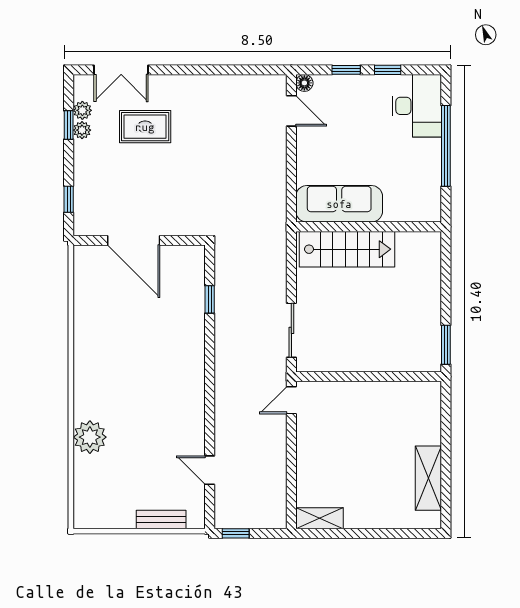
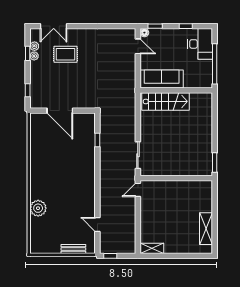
window: (346, 70) -> (155, 26), moved
sofa: (339, 204) -> (162, 79), moved
wall: (369, 227) -> (176, 90), moved
stairs: (347, 249) -> (166, 101), moved

